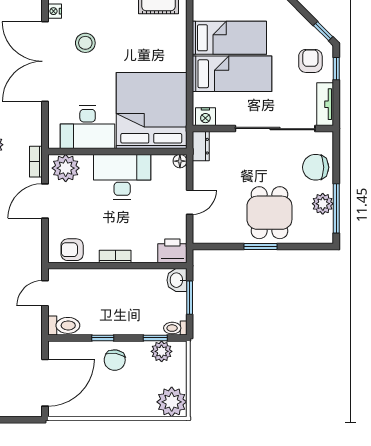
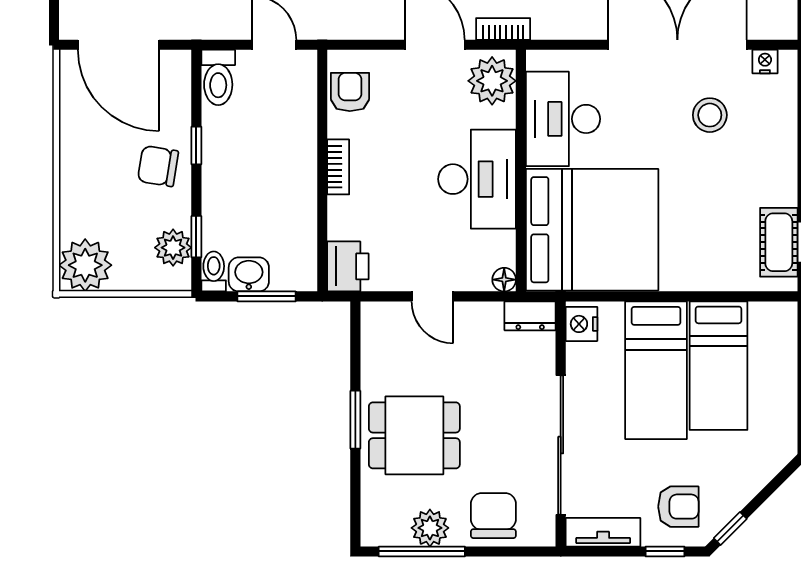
washbasin: (177, 280) -> (249, 274), moved

